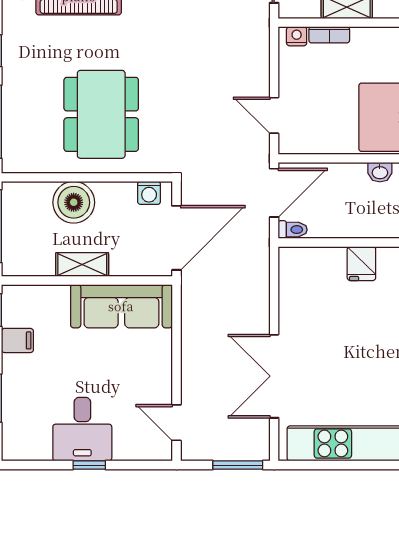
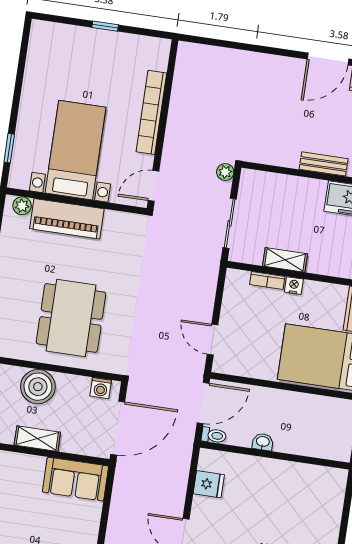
nightstand: (297, 36) -> (294, 286), moved
washbasin: (380, 172) -> (263, 442), moved, turned 180
fridge: (361, 264) -> (209, 484), moved, turned -90
sofa: (121, 306) -> (75, 479), width x0.73

